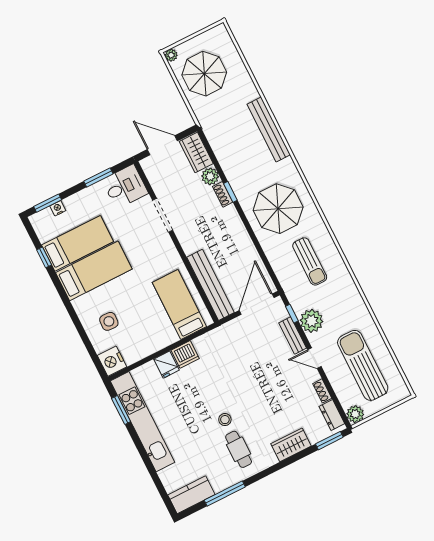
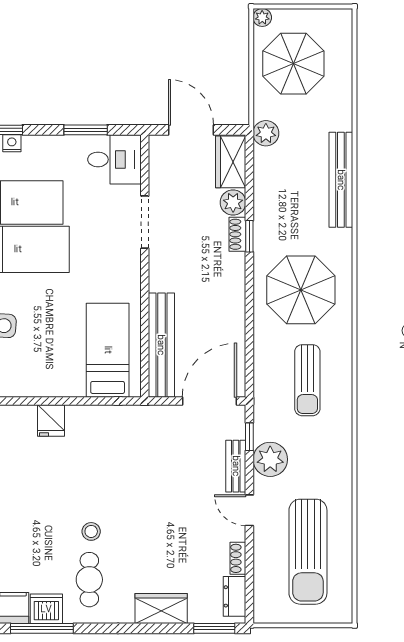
dishwasher: (185, 354) -> (46, 609), moved, turned 180
sun lounger: (363, 365) -> (308, 552), turned 180
plant: (355, 414) -> (266, 133), moved

